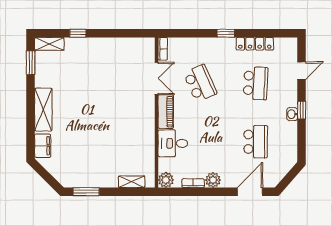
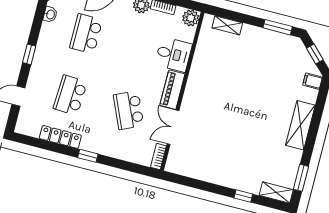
washbasin: (292, 114) -> (50, 14), moved
filing cabinet: (43, 146) -> (313, 81), width x0.50
window: (47, 176) -> (315, 54), added

